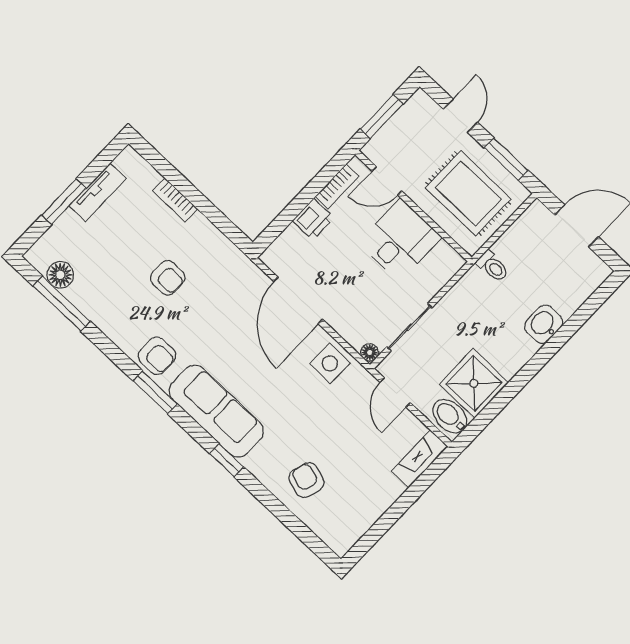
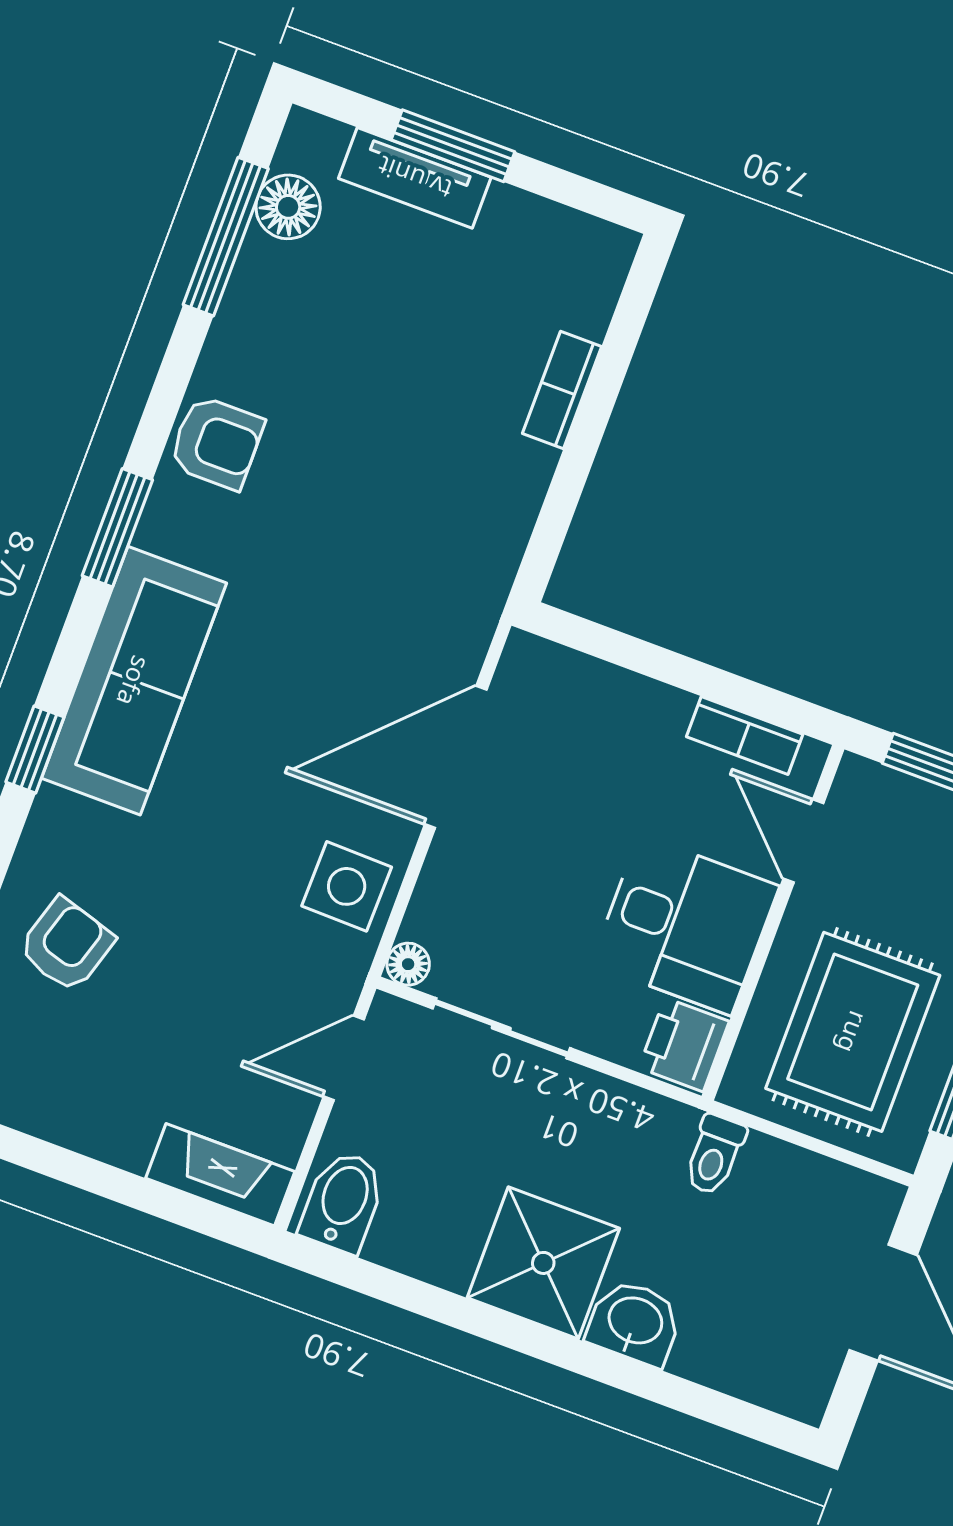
tv unit: (98, 192) -> (415, 178), moved
printer: (313, 219) -> (684, 1045), moved, turned 90
armchair: (168, 278) -> (383, 447), removed
armchair: (157, 356) -> (216, 443), moved, turned -90
shower: (474, 383) -> (543, 1263), moved

